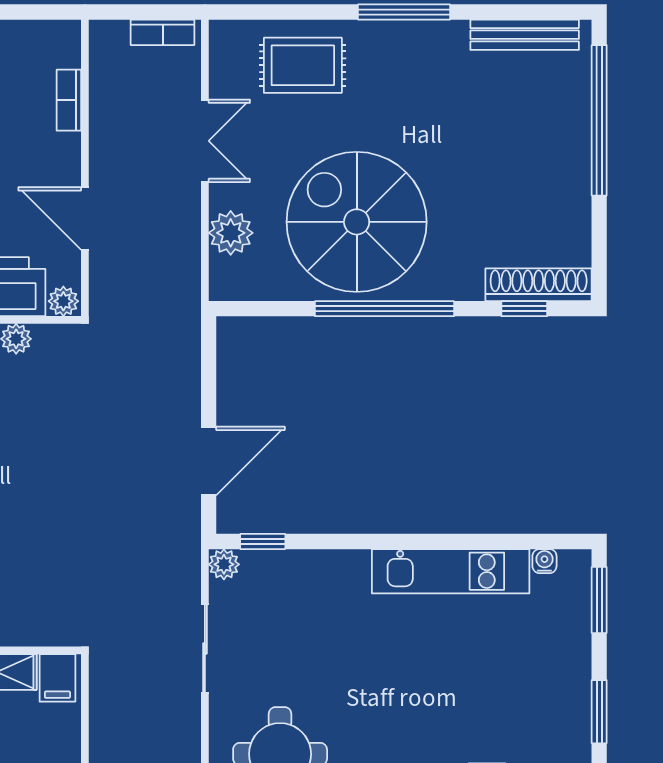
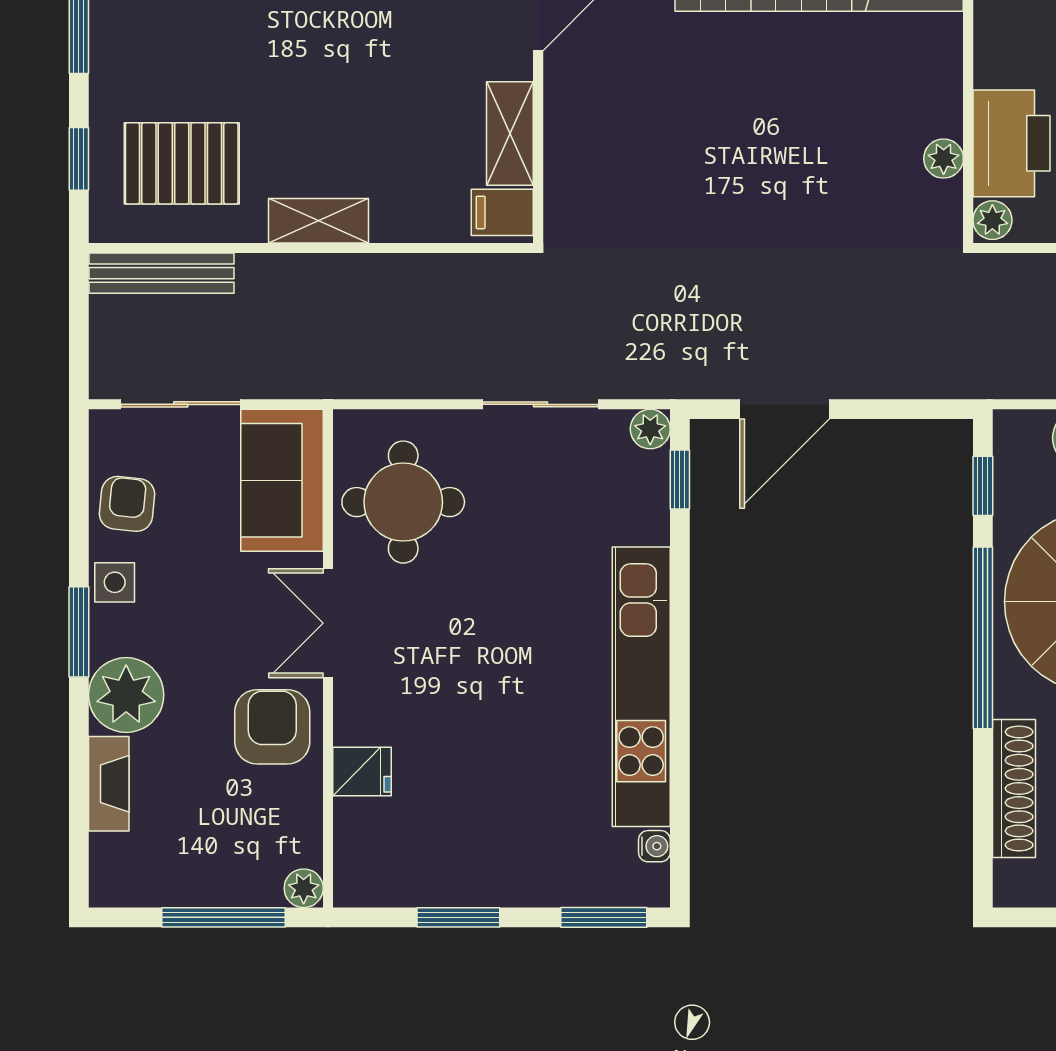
shoe rack: (539, 285) -> (1014, 788), moved
window: (524, 309) -> (983, 486), moved
door: (209, 461) -> (785, 409), hinge flipped
kitchen unit: (451, 571) -> (641, 687), width x1.36

